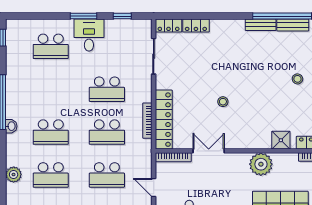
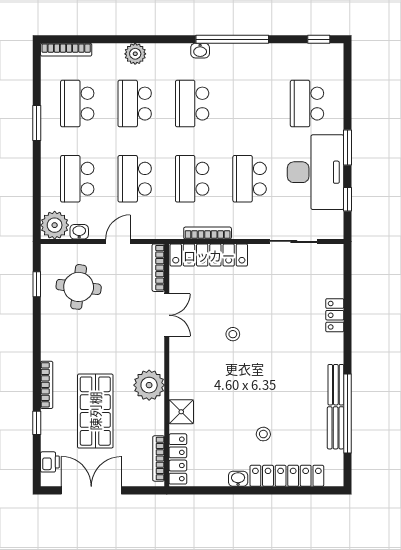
locker: (169, 26) -> (335, 261), removed
locker: (196, 26) -> (335, 315), moved
desk: (89, 35) -> (316, 172), width x1.87, depth x1.30

